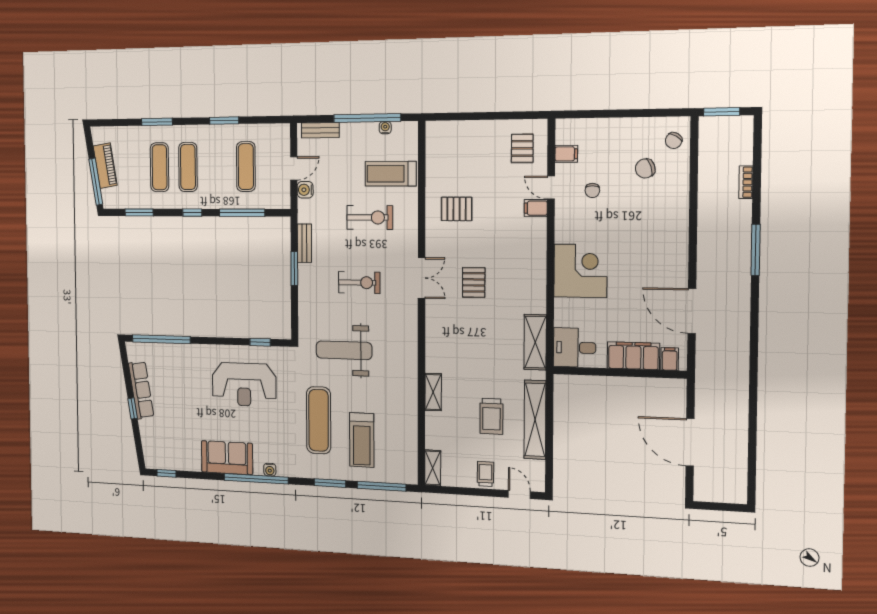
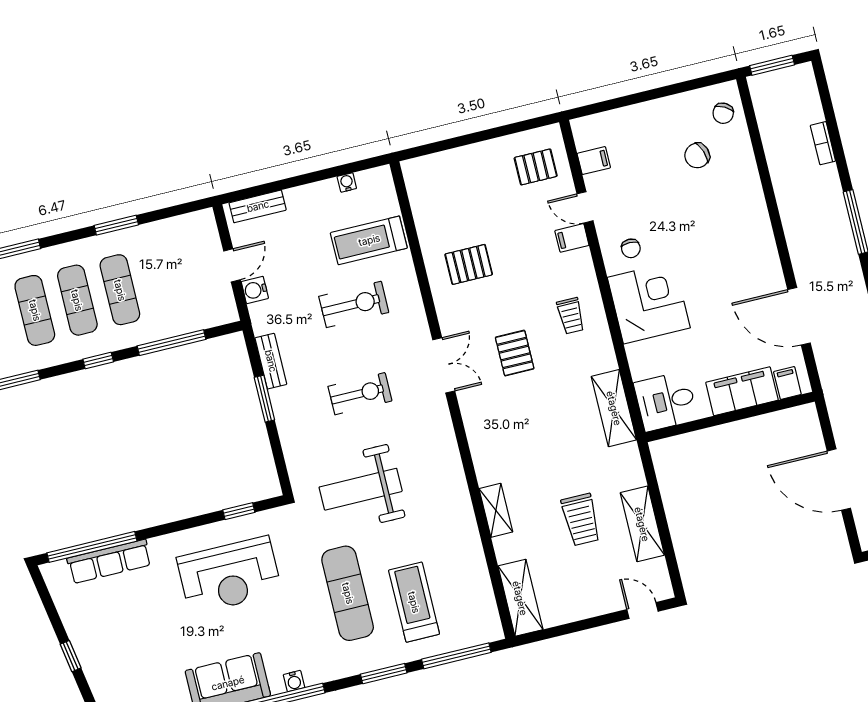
window: (367, 118) -> (319, 176), removed
pallet: (522, 148) -> (536, 167), turned 90
exercise mat: (246, 167) -> (120, 290), moved
chair: (592, 190) -> (631, 248), moved
row of seats: (141, 390) -> (109, 561), moved, turned 99
shelving: (535, 420) -> (642, 524), width x0.68
treadmill: (362, 440) -> (414, 602), turned 180
shelving: (433, 468) -> (520, 598), width x1.50, depth x1.33
trolley: (485, 474) -> (571, 316), moved, turned 180

